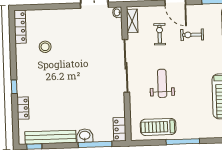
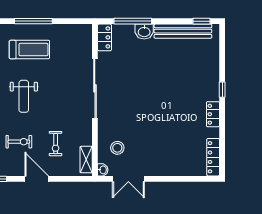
stool: (45, 47) -> (117, 148), moved
sliding door: (126, 66) -> (95, 88), moved
weight bench: (162, 83) -> (24, 96), moved
locker: (23, 108) -> (213, 114), moved
treadmill: (158, 127) -> (29, 50), moved

